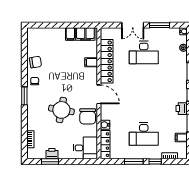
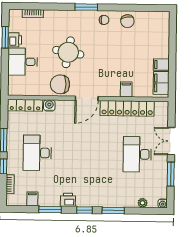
desk: (85, 148) -> (23, 62), moved, turned 90

